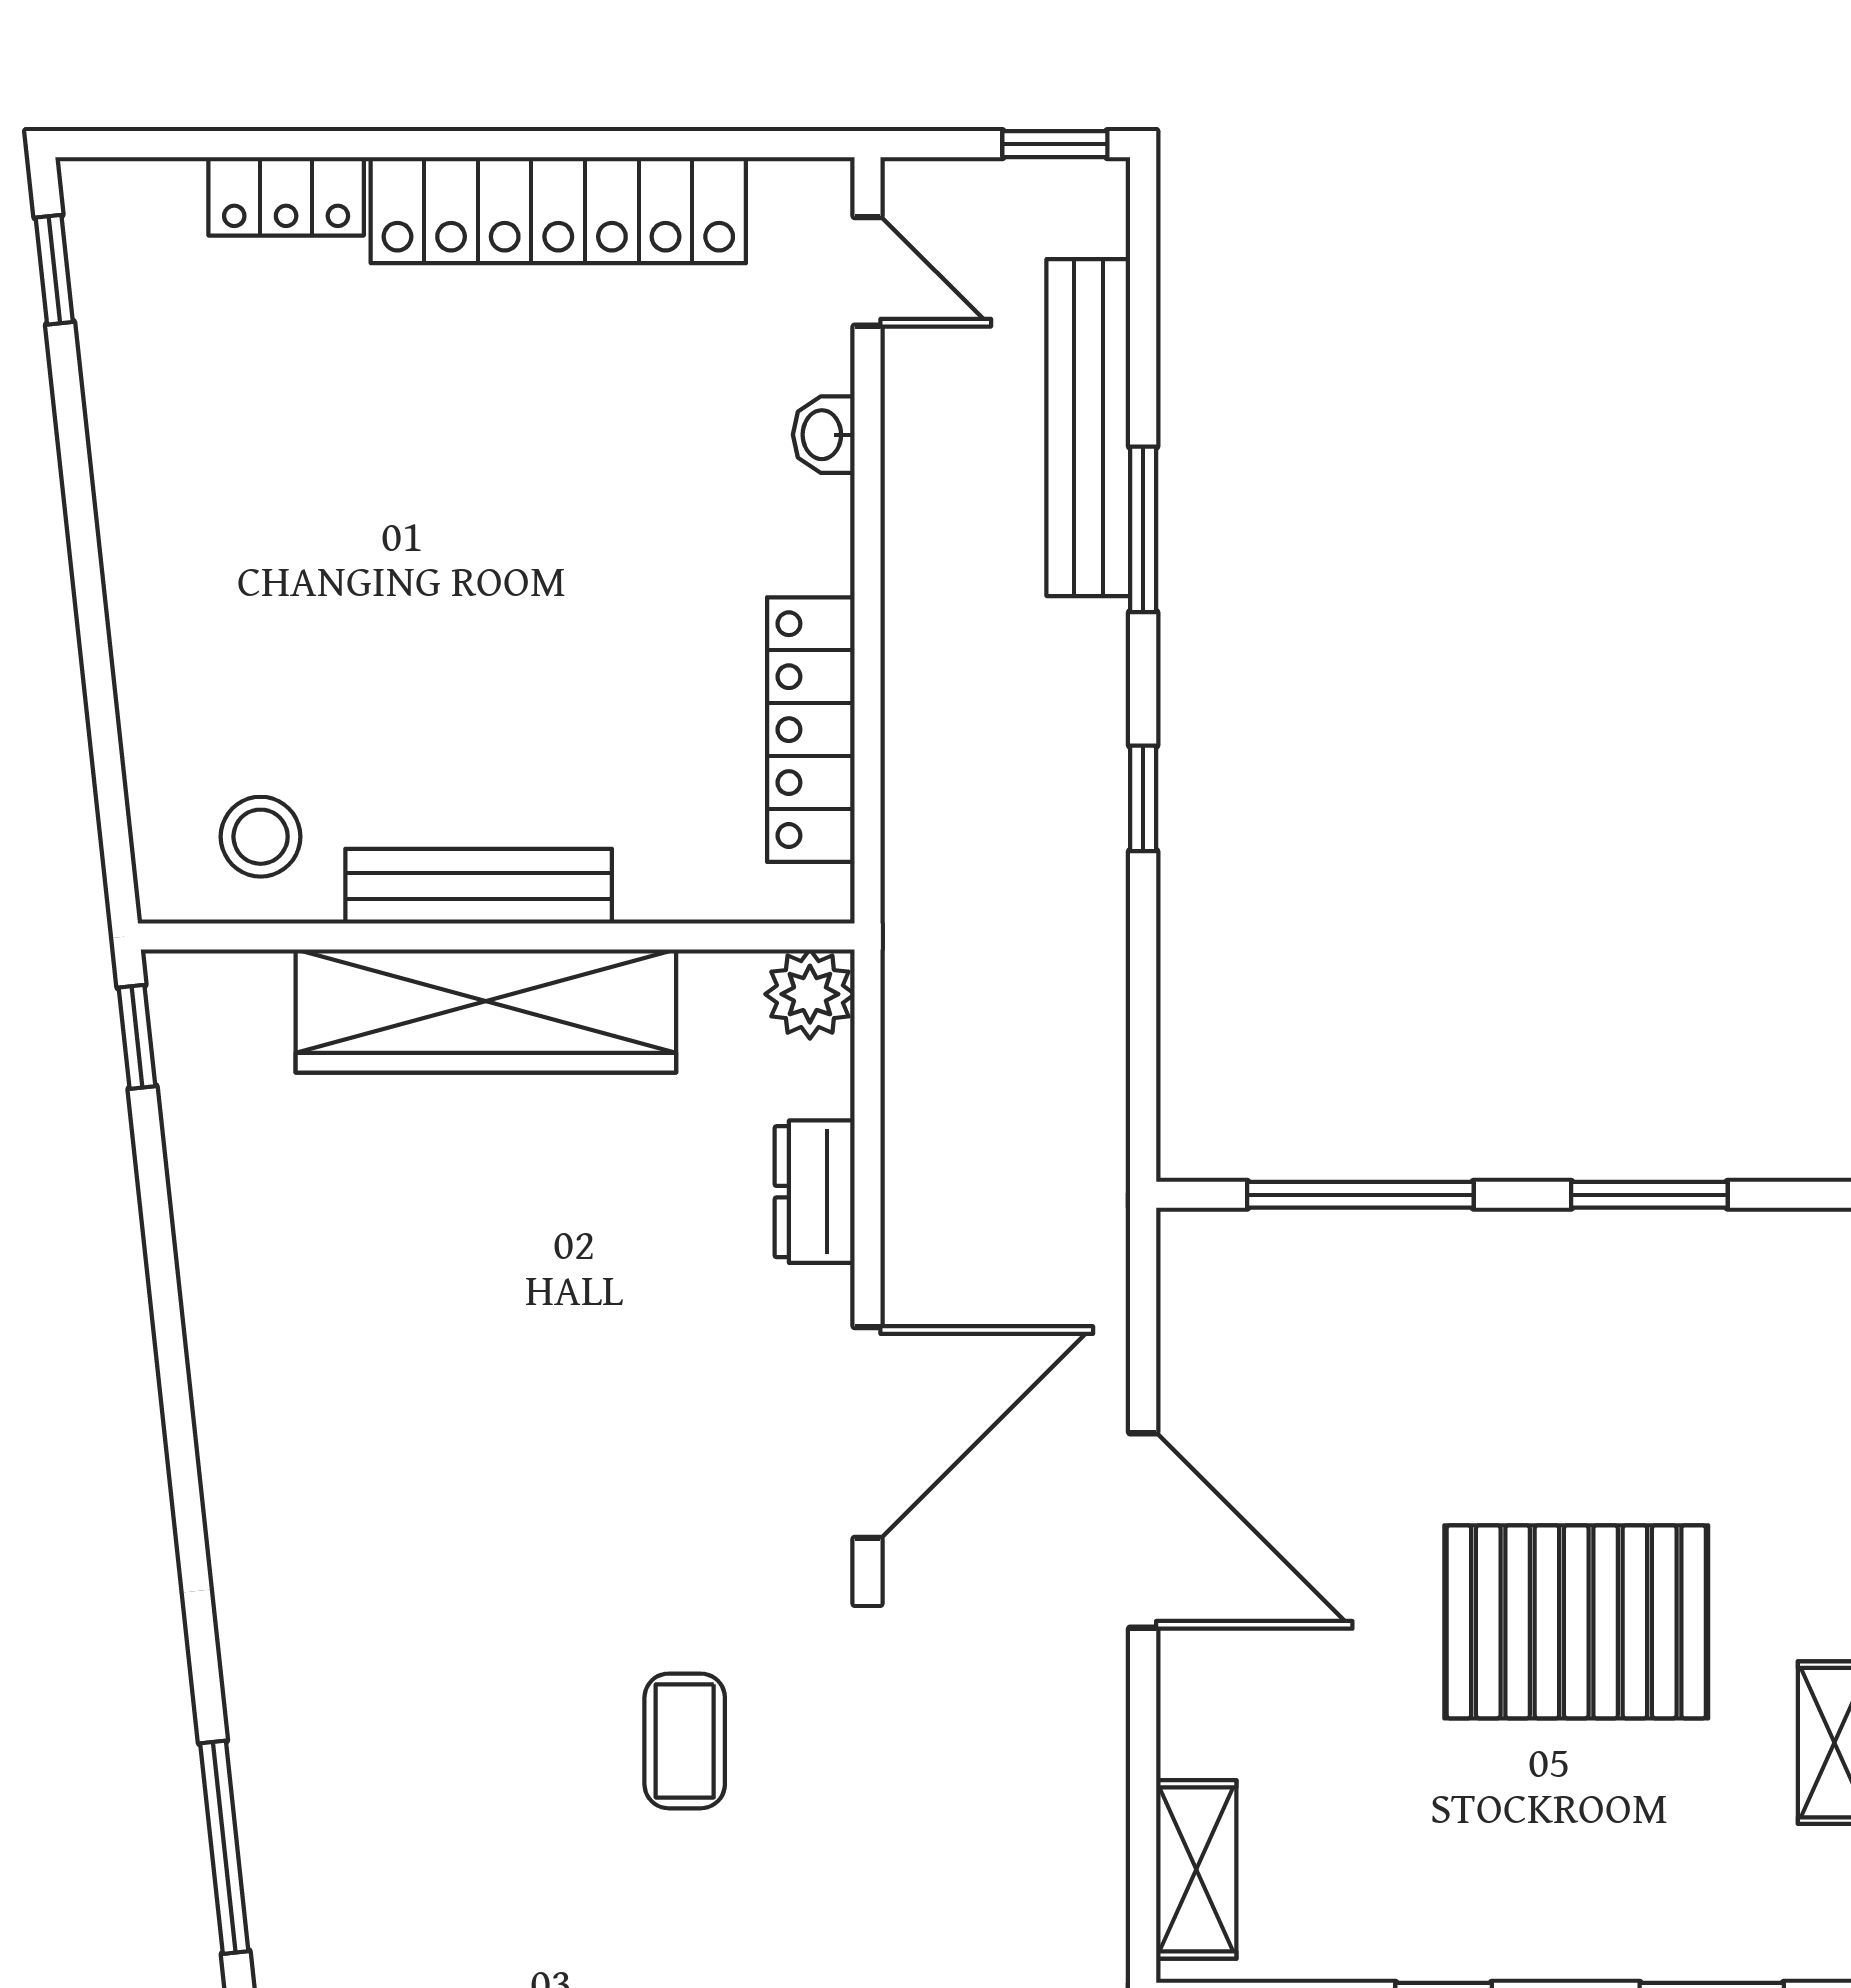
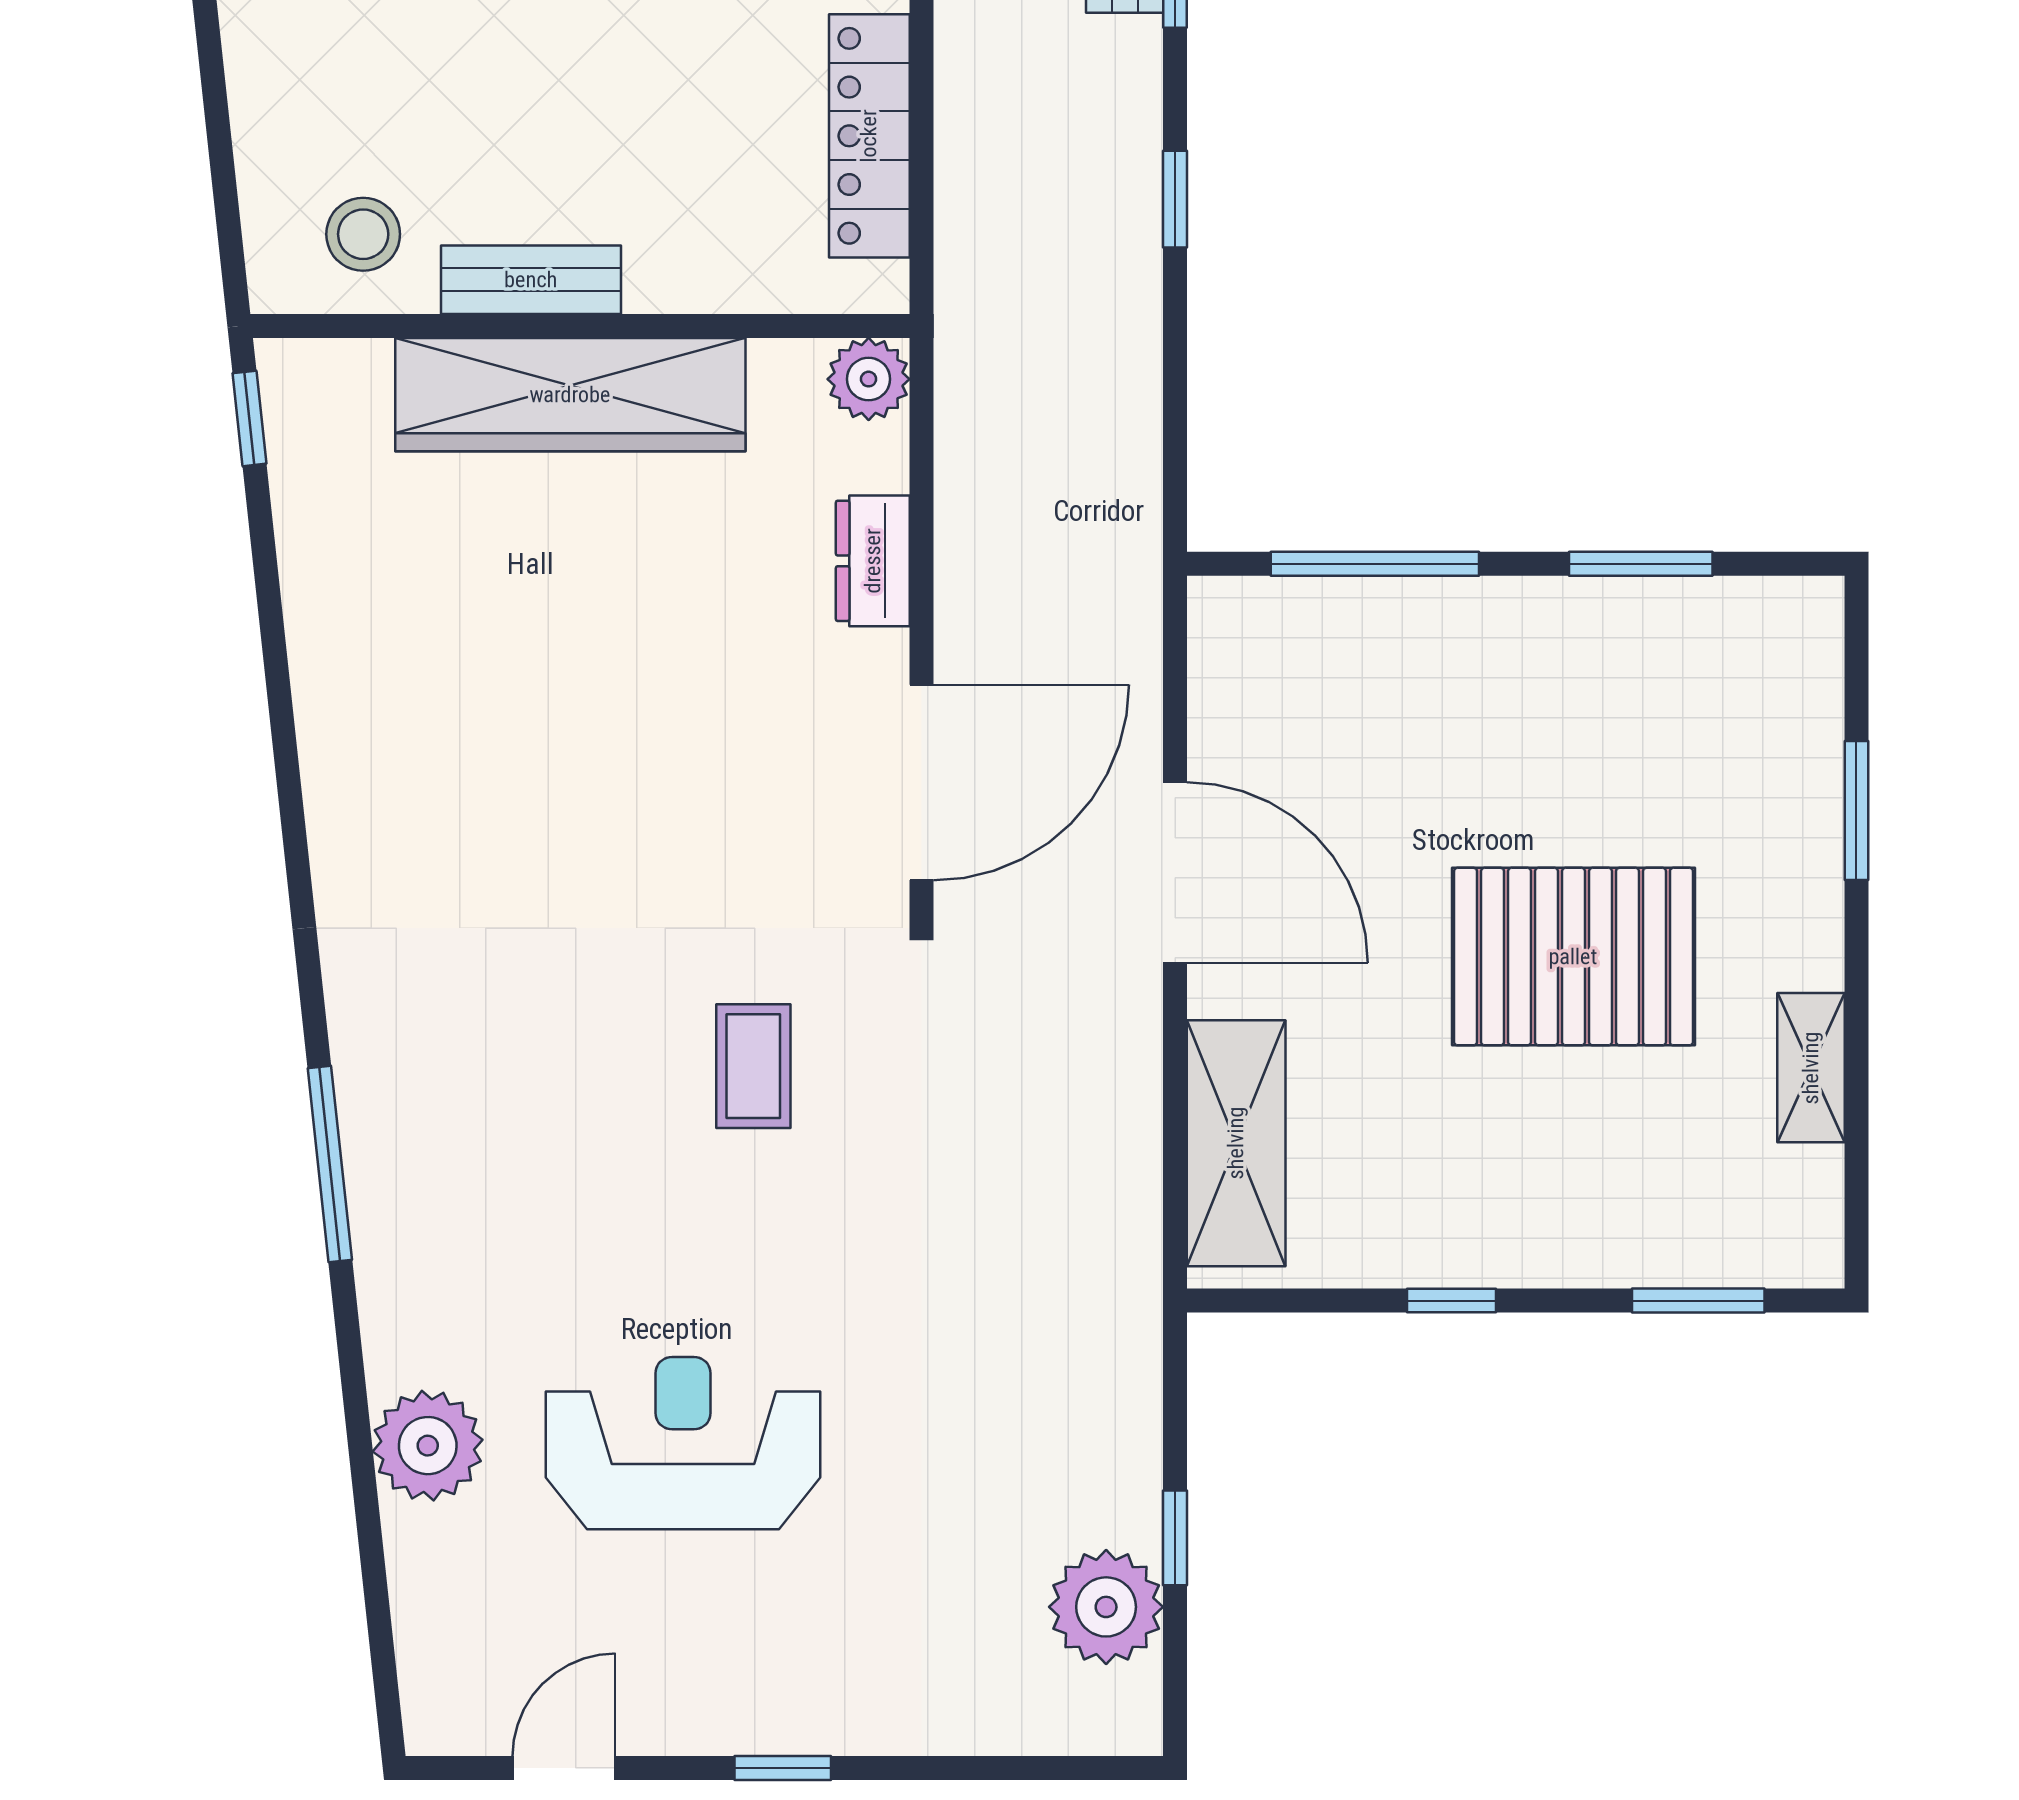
bench: (479, 886) -> (531, 280), width x0.73
shelving: (1196, 1869) -> (1236, 1143), width x1.50, depth x1.33

